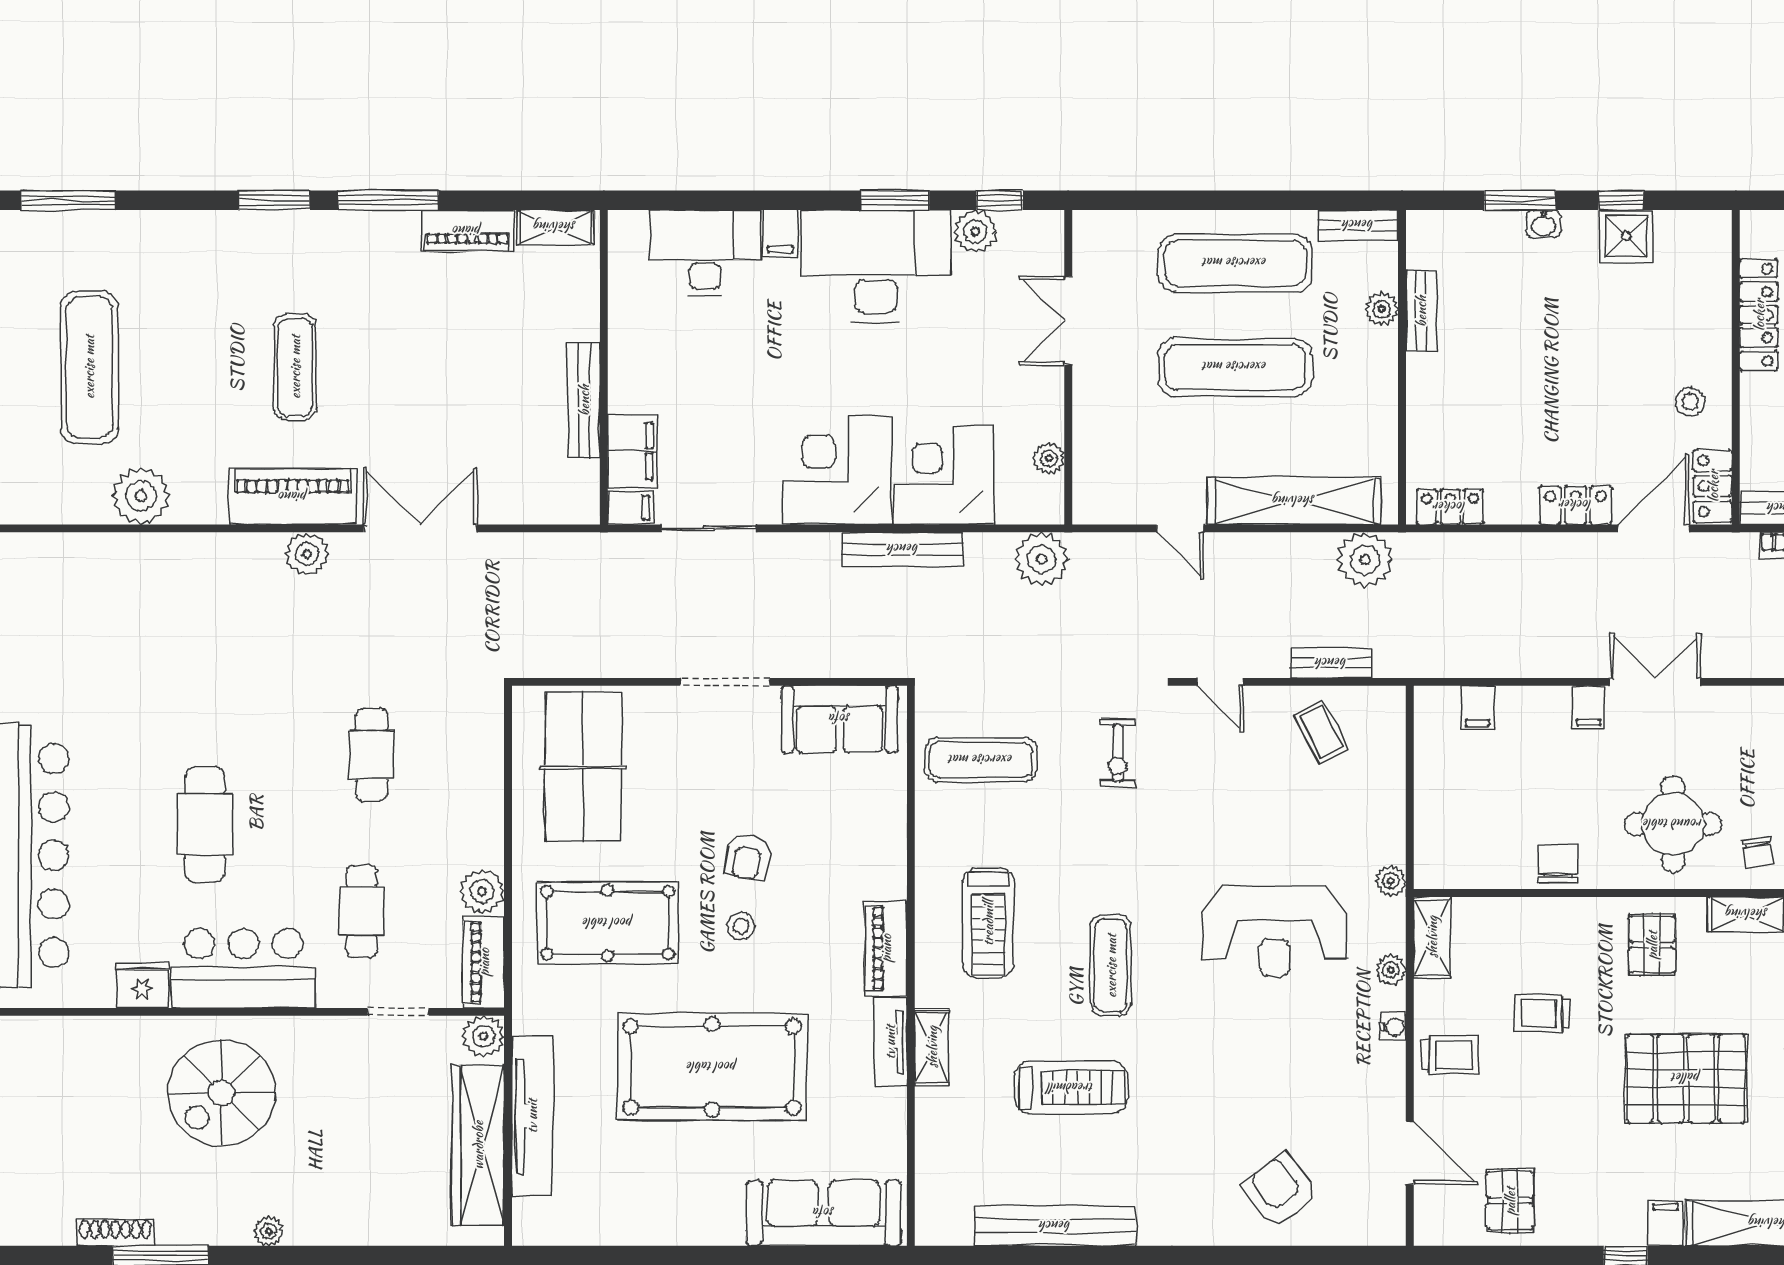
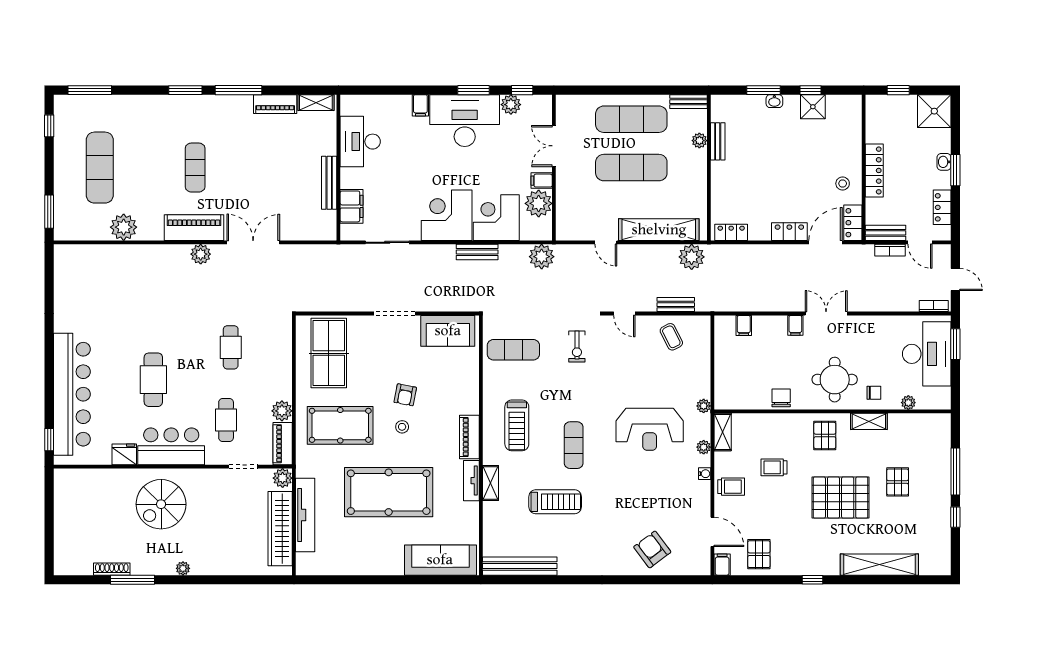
desk: (705, 253) -> (360, 142), moved, turned -90
locker: (1759, 315) -> (874, 170), moved
plant: (1049, 458) -> (539, 203), width x1.88, depth x1.88
filing cabinet: (630, 508) -> (542, 181), moved, turned 180
bench: (903, 549) -> (477, 252), width x0.73
chair: (1758, 853) -> (874, 393), turned -82
filing cabinet: (1665, 1223) -> (722, 565), moved
bench: (1055, 1226) -> (520, 566), moved

